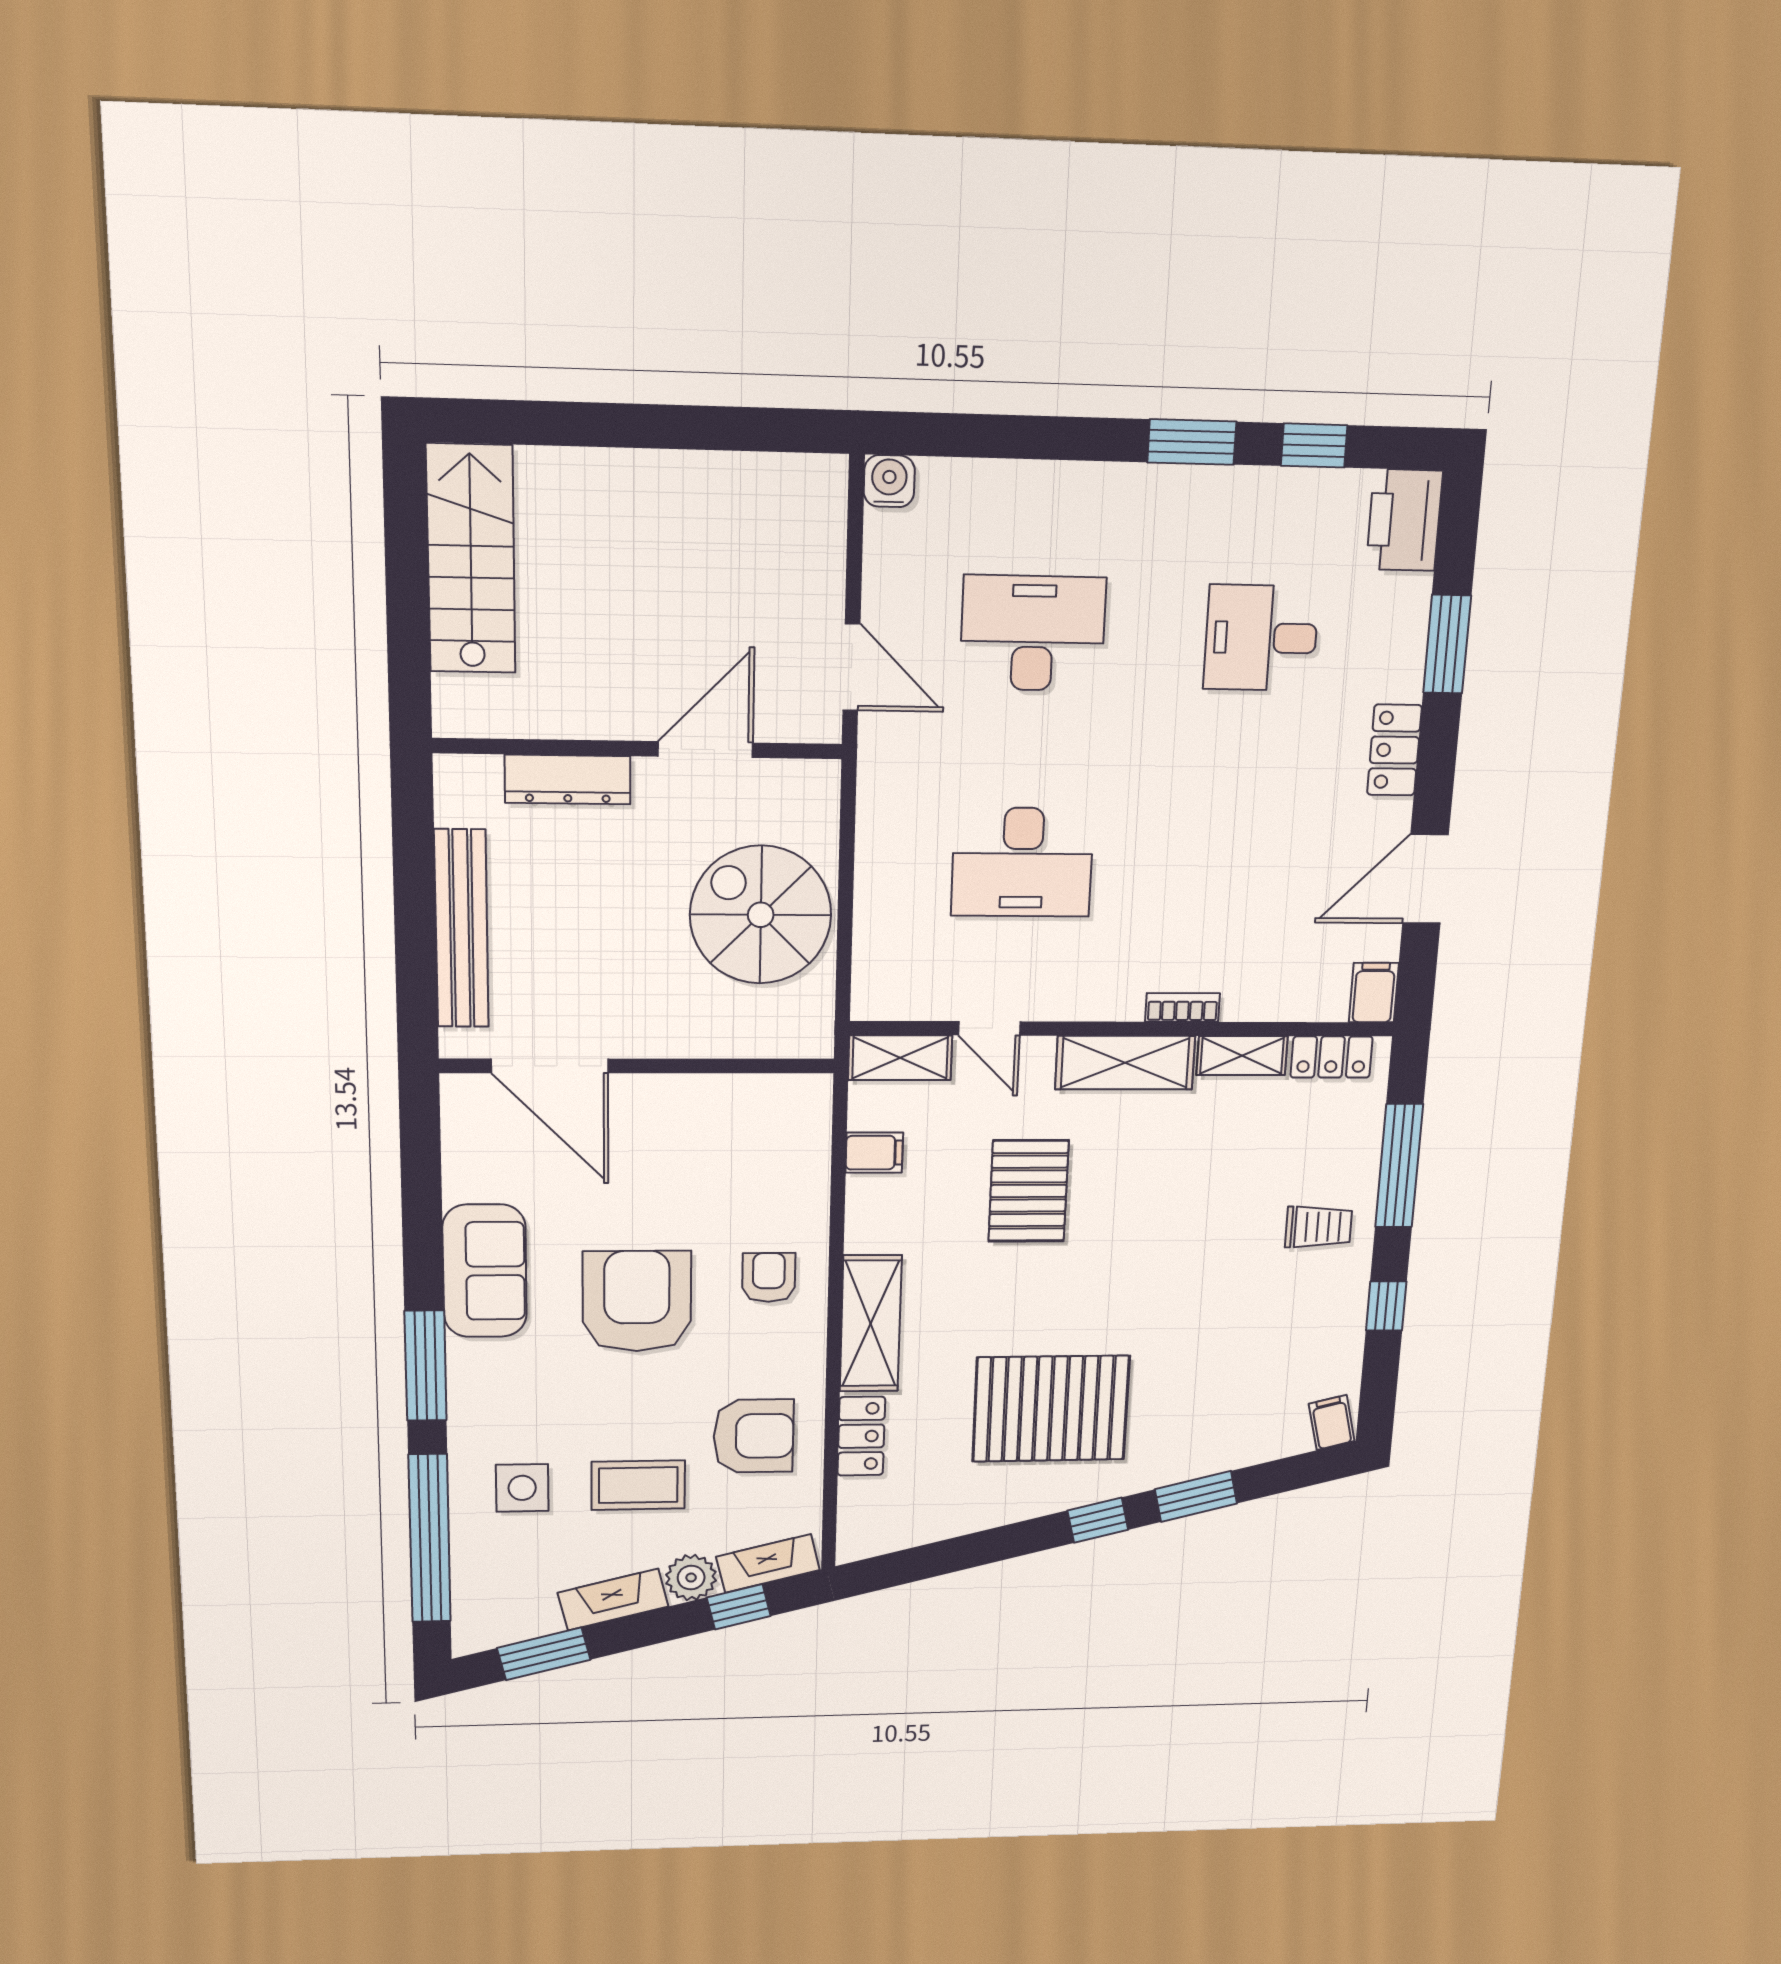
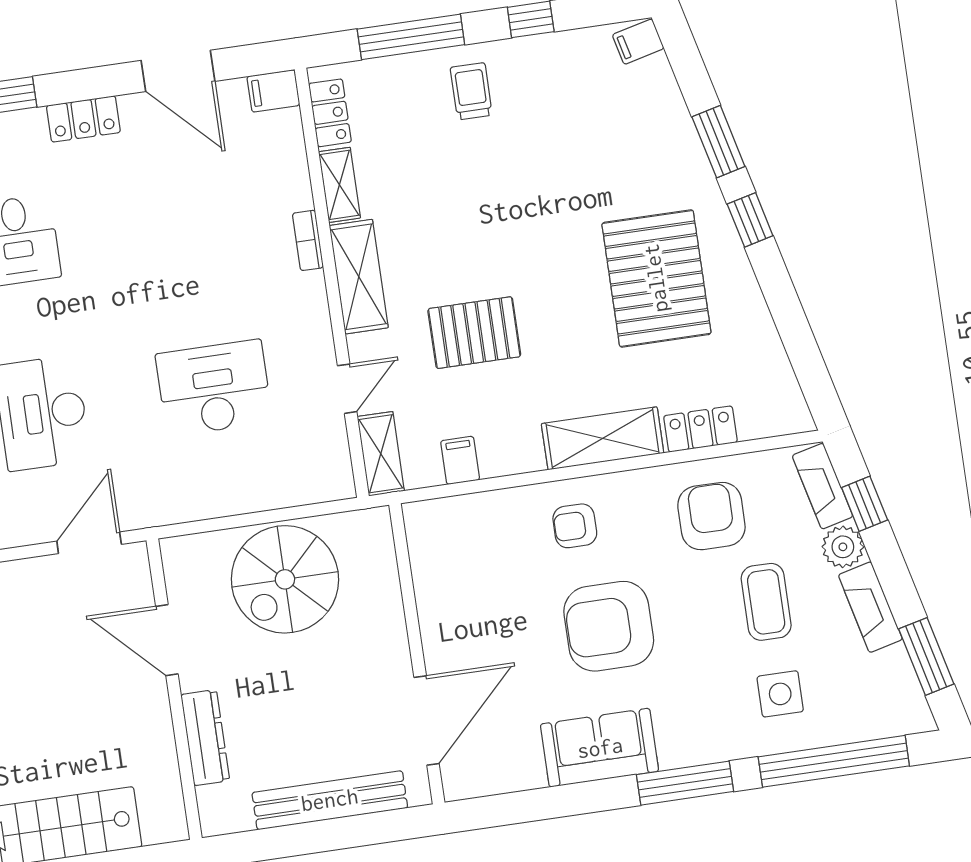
desk: (1022, 862) -> (214, 388), turned -90

